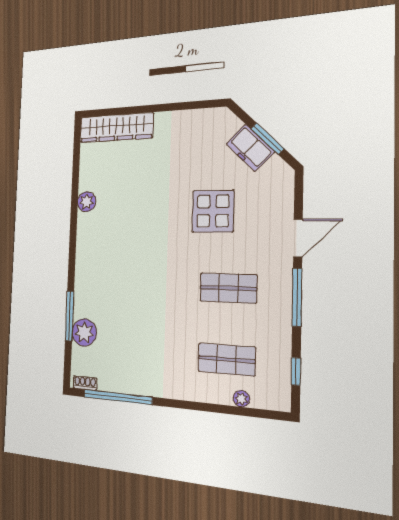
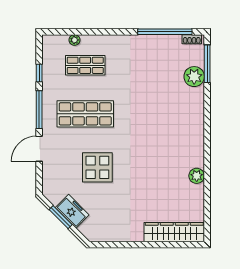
shop shelf: (228, 288) -> (85, 114), width x1.43, depth x1.36
window: (70, 316) -> (207, 64), moved
window: (296, 371) -> (39, 73), moved

